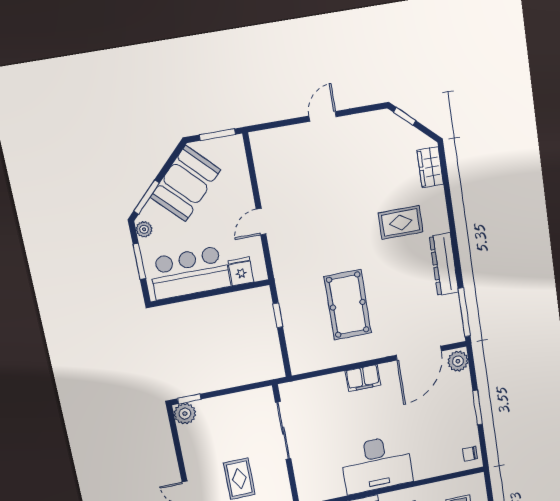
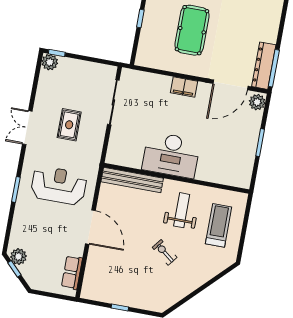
dresser: (444, 264) -> (264, 66), moved
chair: (470, 454) -> (243, 175), removed

